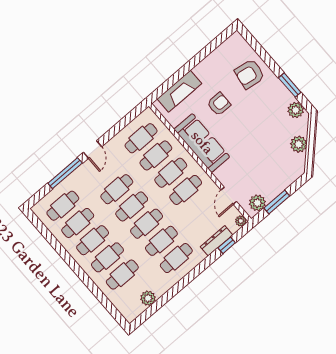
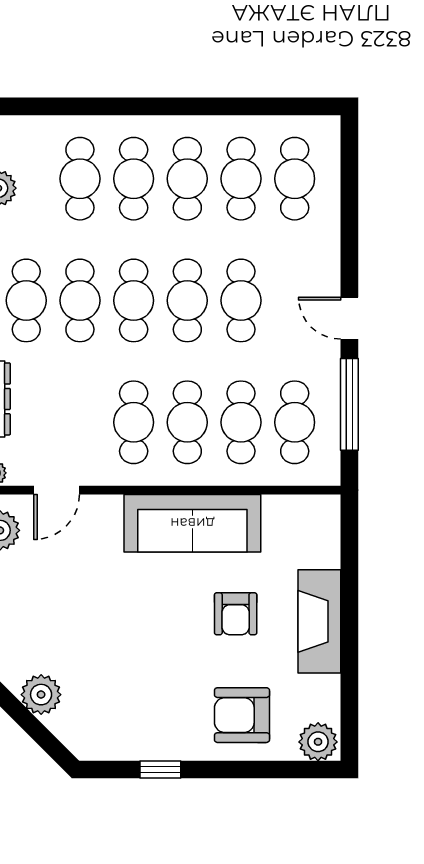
armchair: (250, 74) -> (242, 715), turned -99
window: (290, 85) -> (160, 770), width x0.67
fireplace: (179, 91) -> (319, 621), moved
plant: (296, 110) -> (318, 742), moved
window: (65, 173) -> (349, 404), moved
door: (229, 196) -> (57, 490), swing flipped

